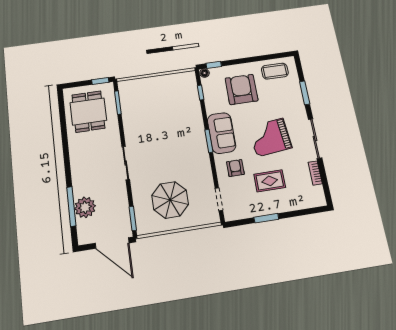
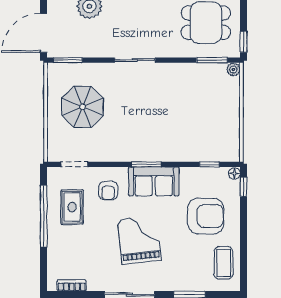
plant: (123, 85) -> (233, 69), added
armchair: (235, 168) -> (108, 191), turned 90
bookcase: (315, 173) -> (72, 285), moved
rug: (270, 181) -> (72, 207), moved
window: (266, 218) -> (44, 216), width x2.11

